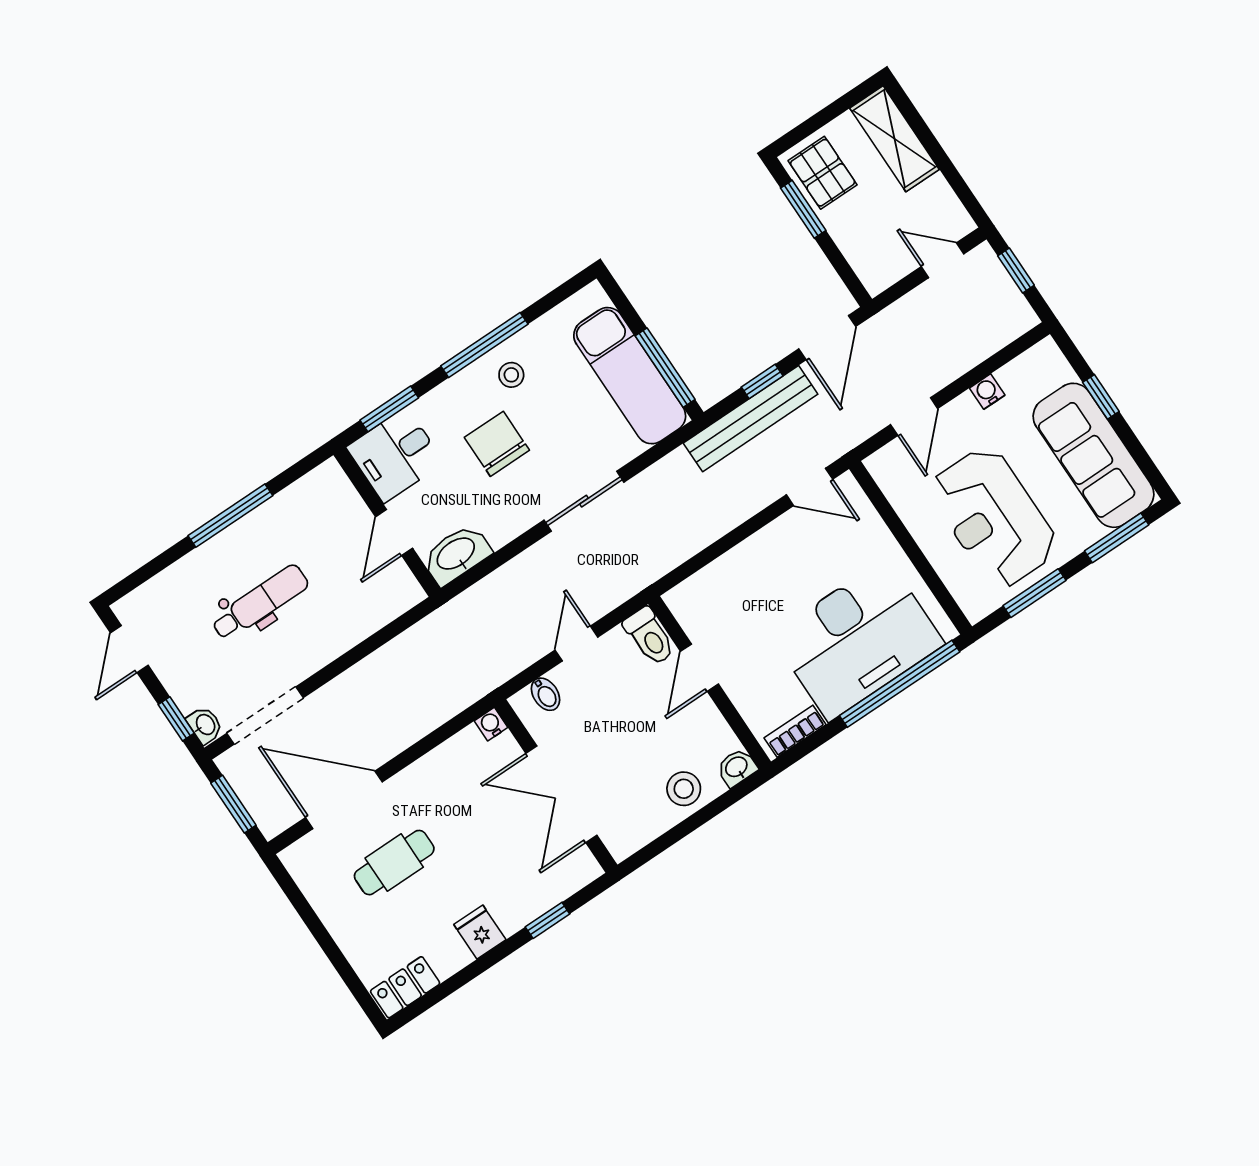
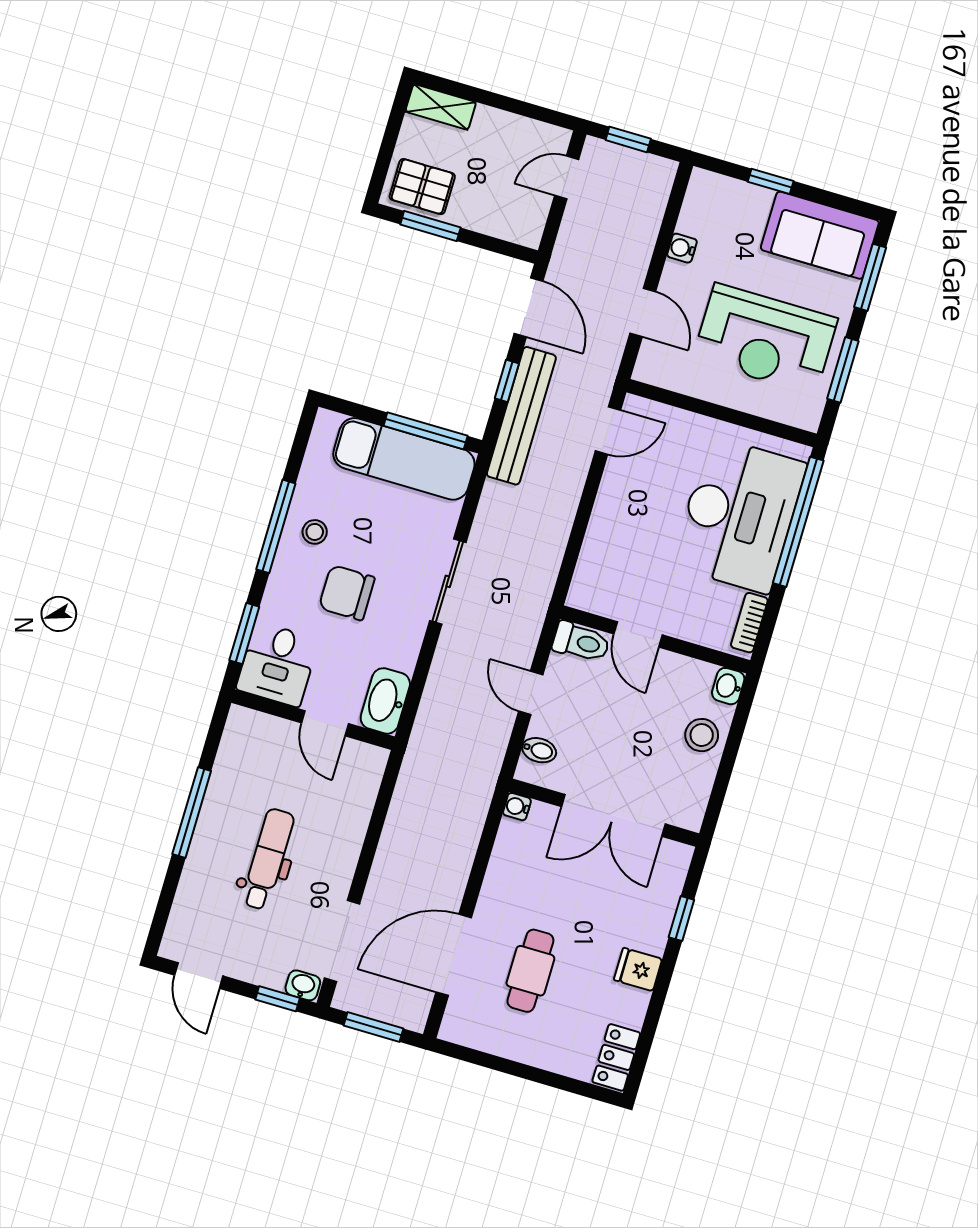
shelving: (895, 139) -> (441, 107), width x0.67, depth x0.75
sofa: (1094, 455) -> (820, 235), width x0.73

